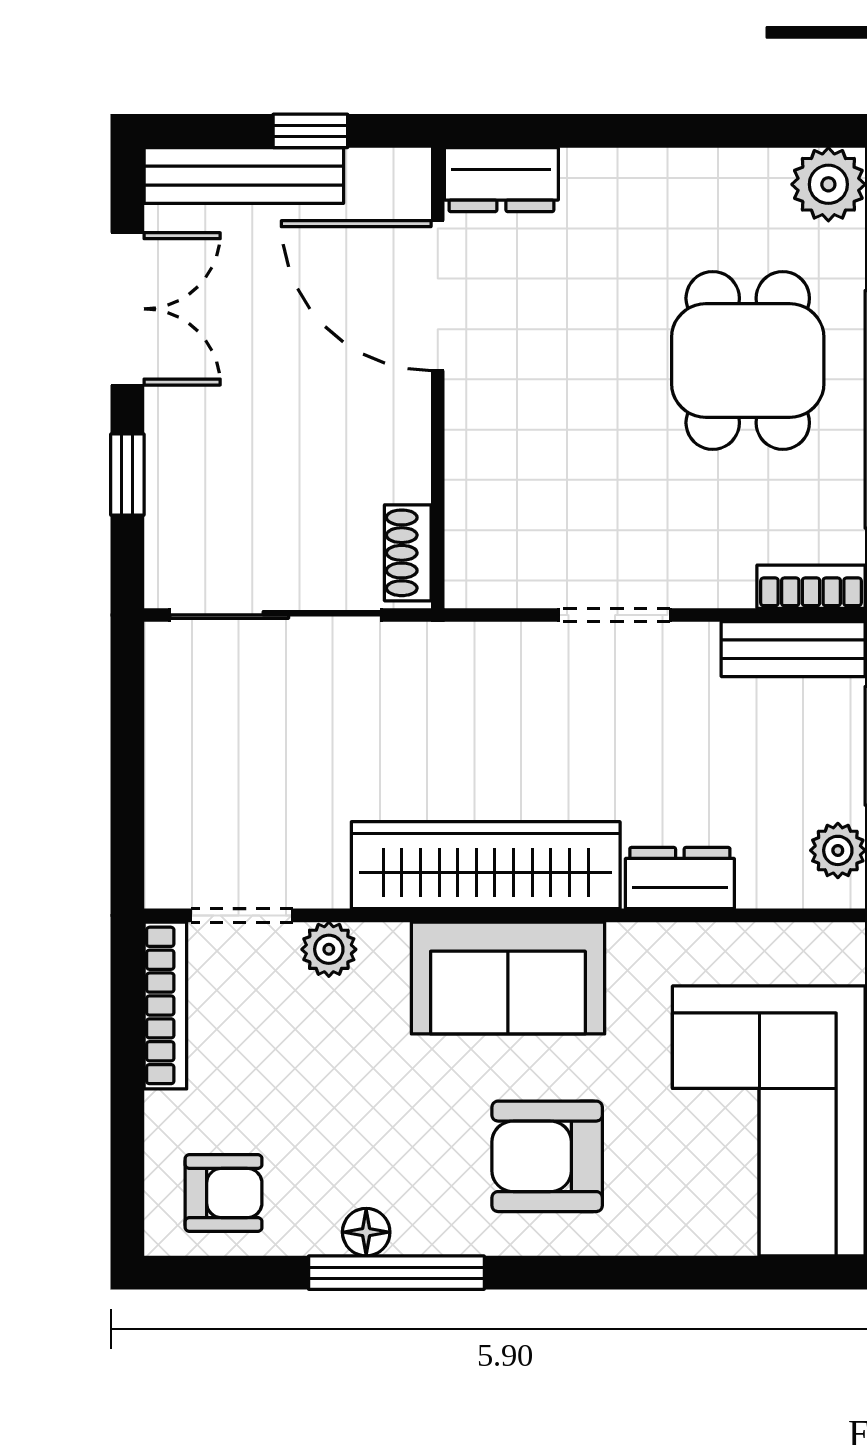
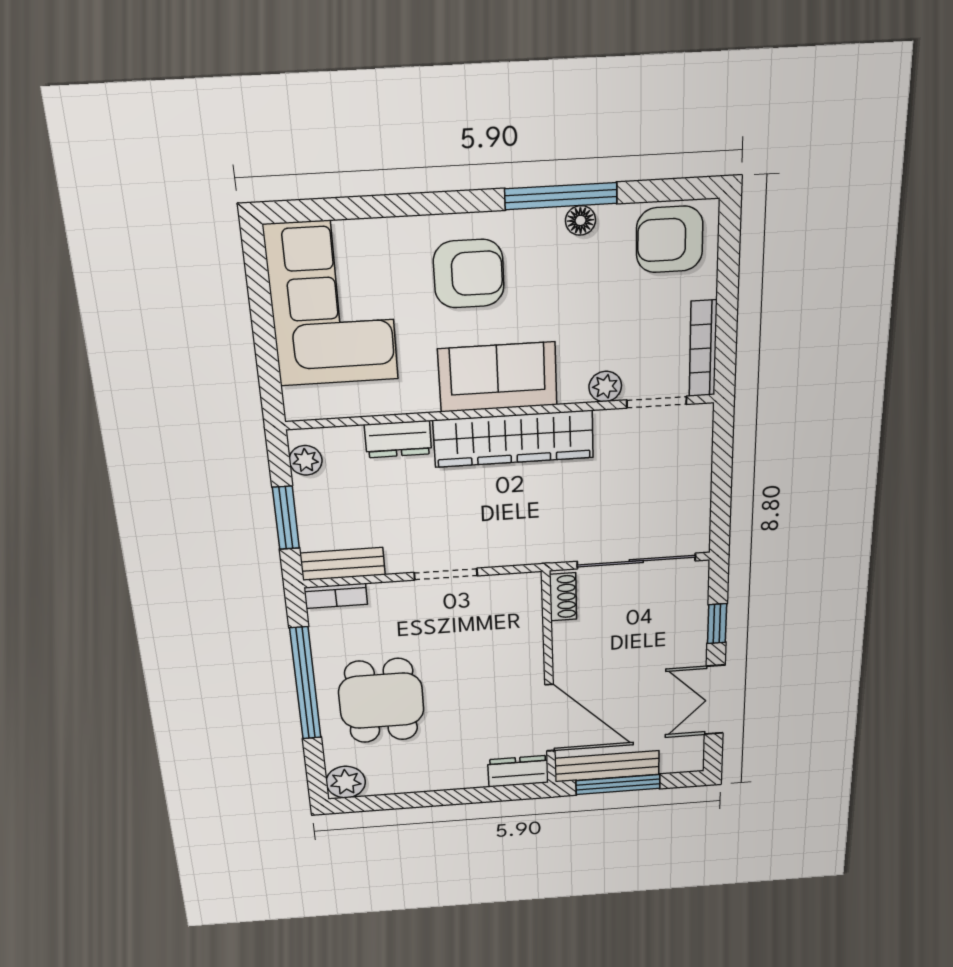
window: (310, 131) -> (618, 785), width x2.17
bench: (244, 176) -> (607, 766), moved
armchair: (224, 1193) -> (670, 240), width x1.38, depth x1.38

